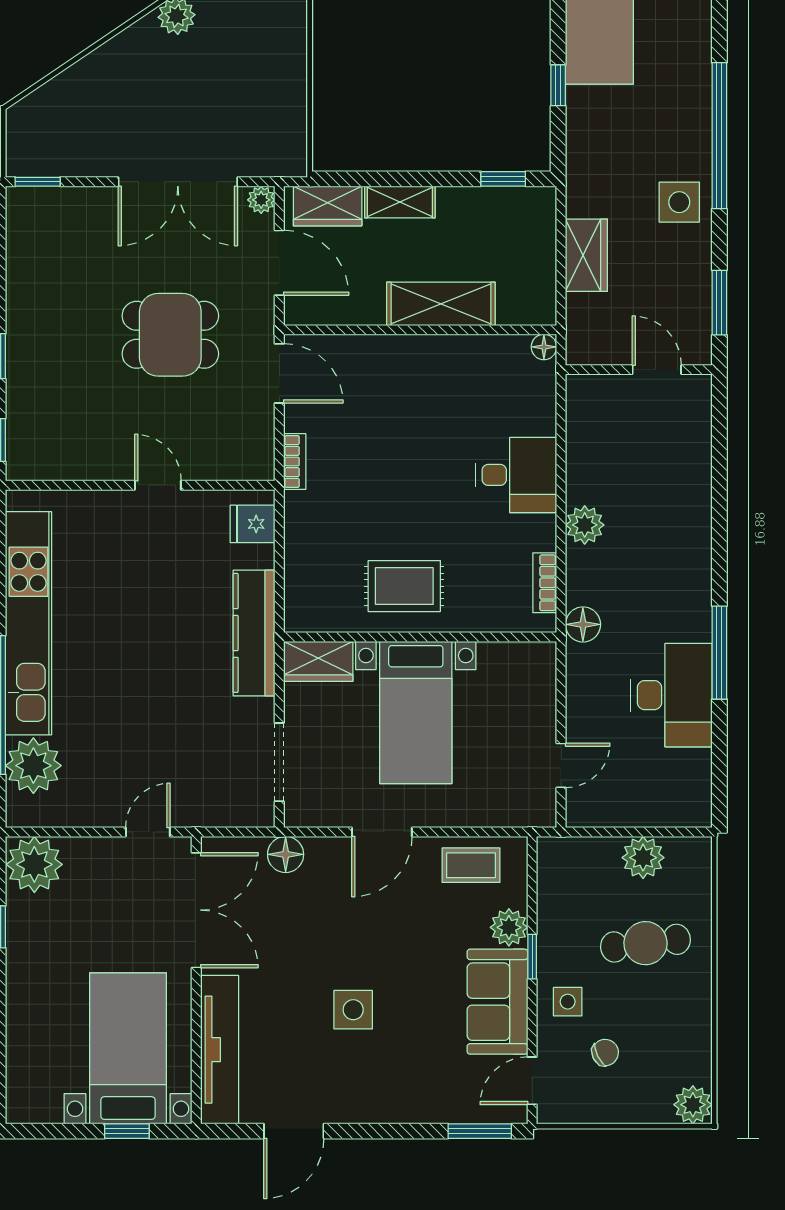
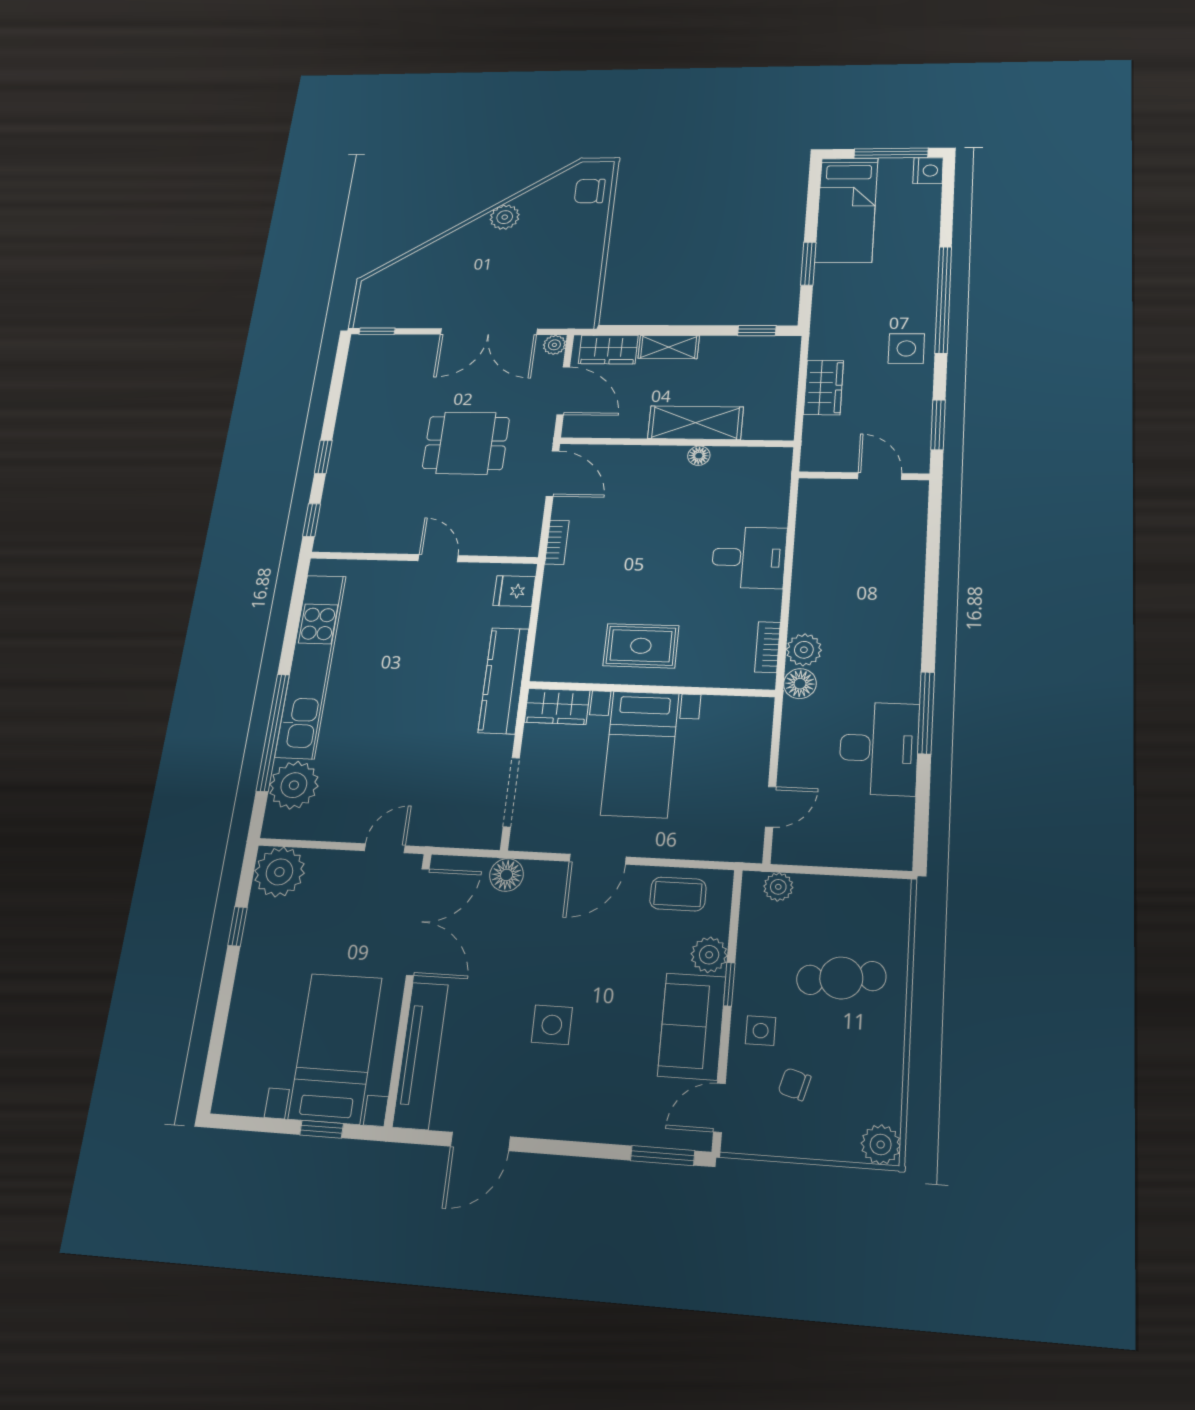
window: (558, 85) -> (808, 264), width x1.50
floor lamp: (544, 347) -> (699, 456), moved
plant: (585, 525) -> (804, 650), moved
plant: (643, 858) -> (778, 887), moved, width x0.73, depth x0.73
chair: (605, 1053) -> (795, 1084), turned -138

